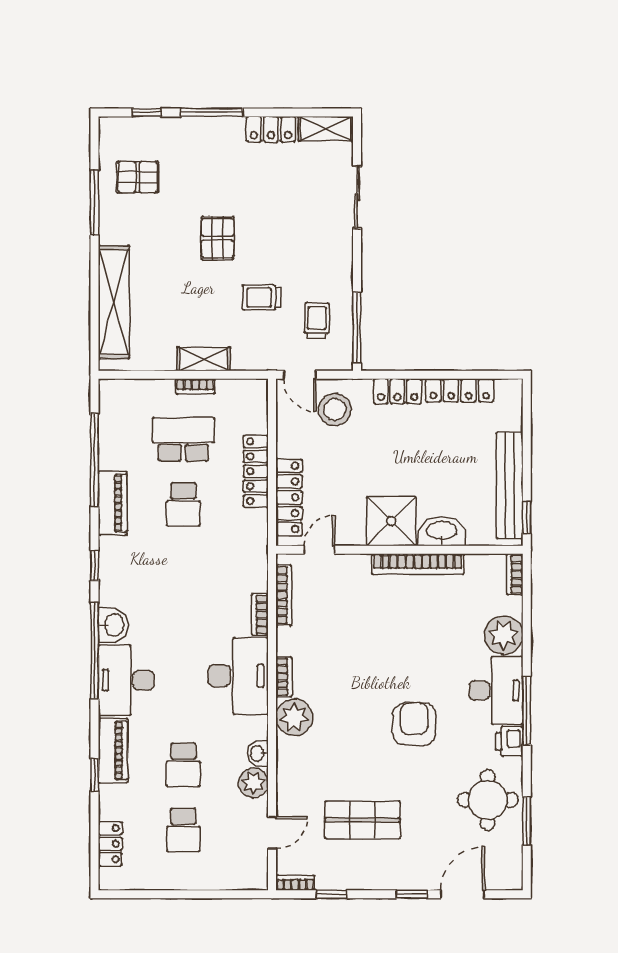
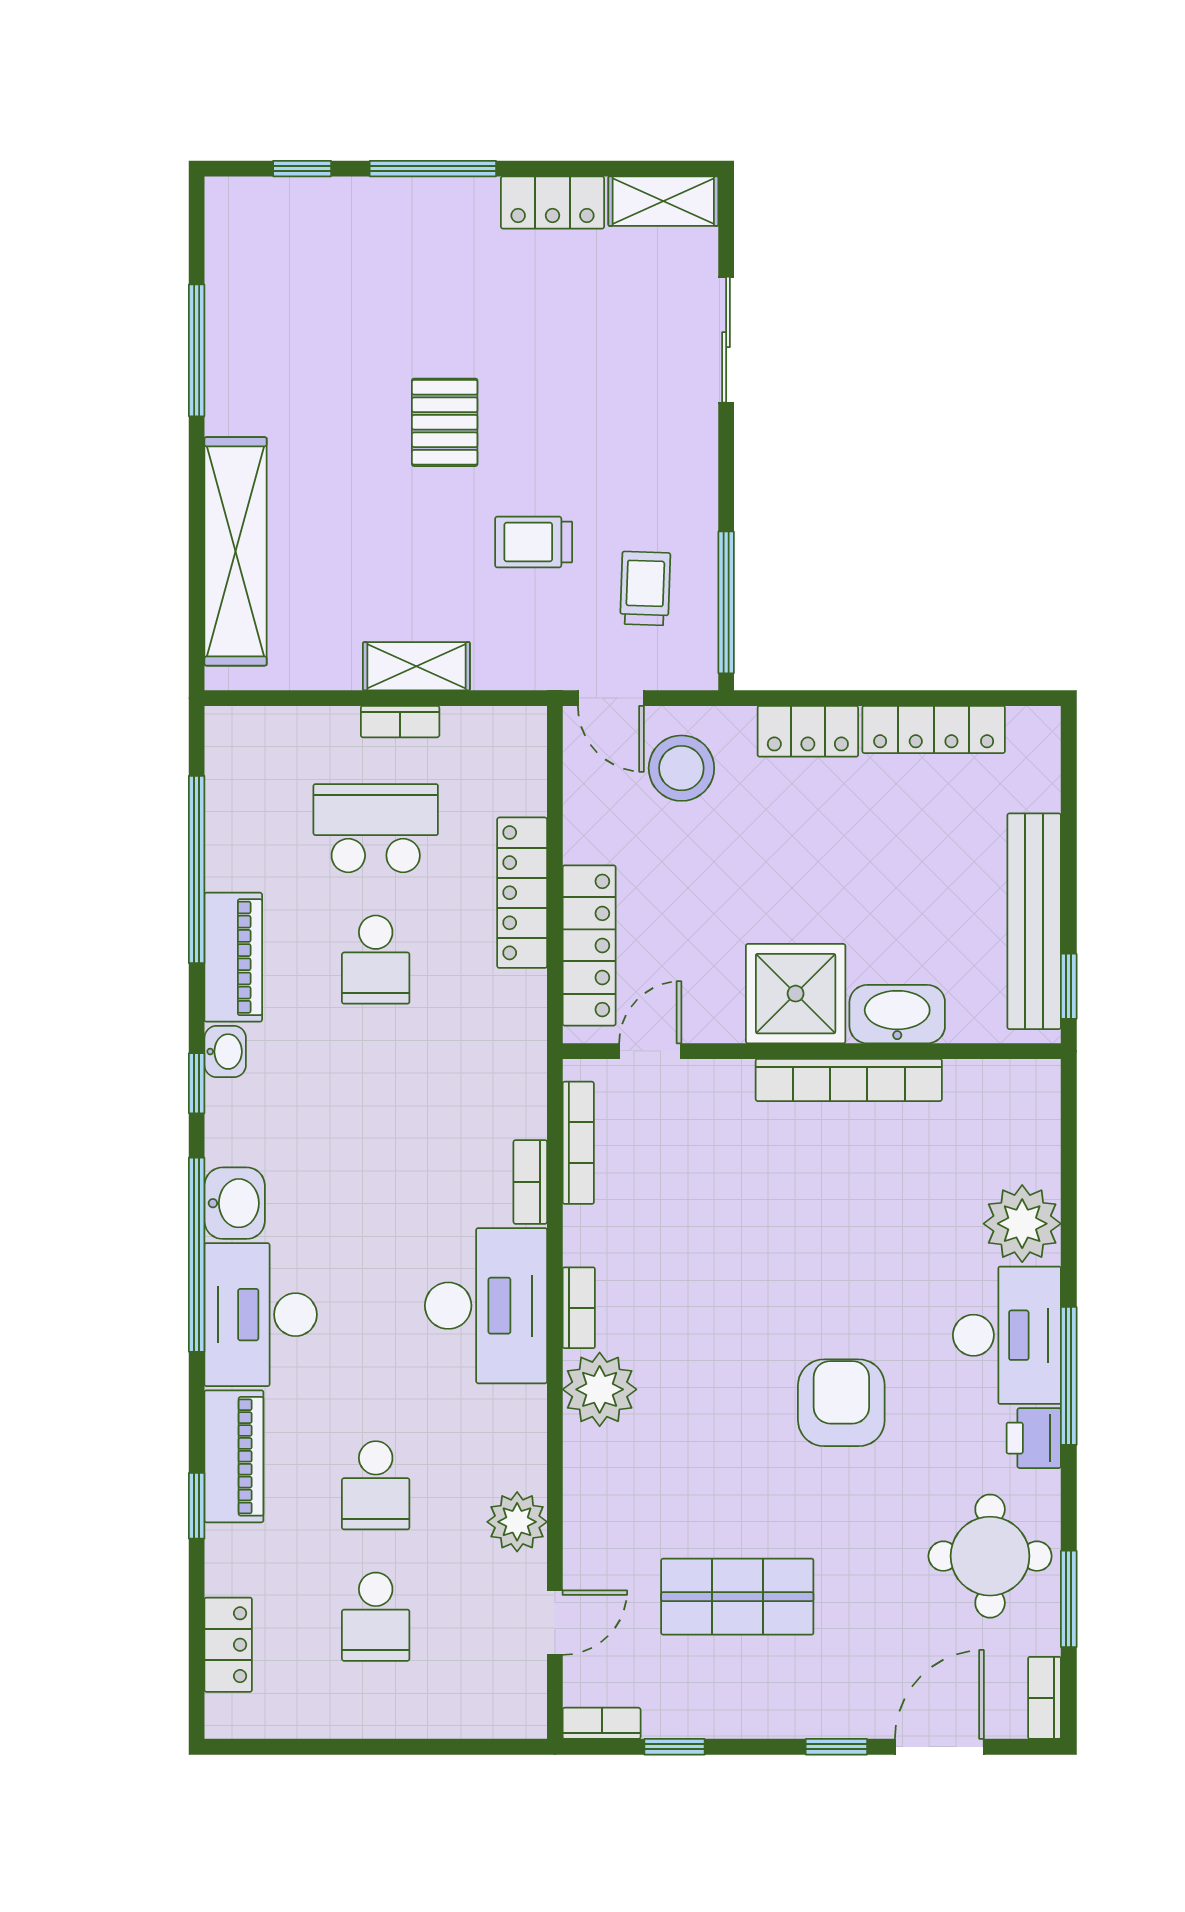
pallet: (138, 177) -> (283, 299), removed
bookcase: (515, 574) -> (1045, 1698), moved
washbasin: (258, 753) -> (225, 1052), moved, turned 180

